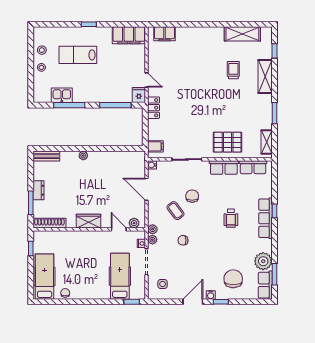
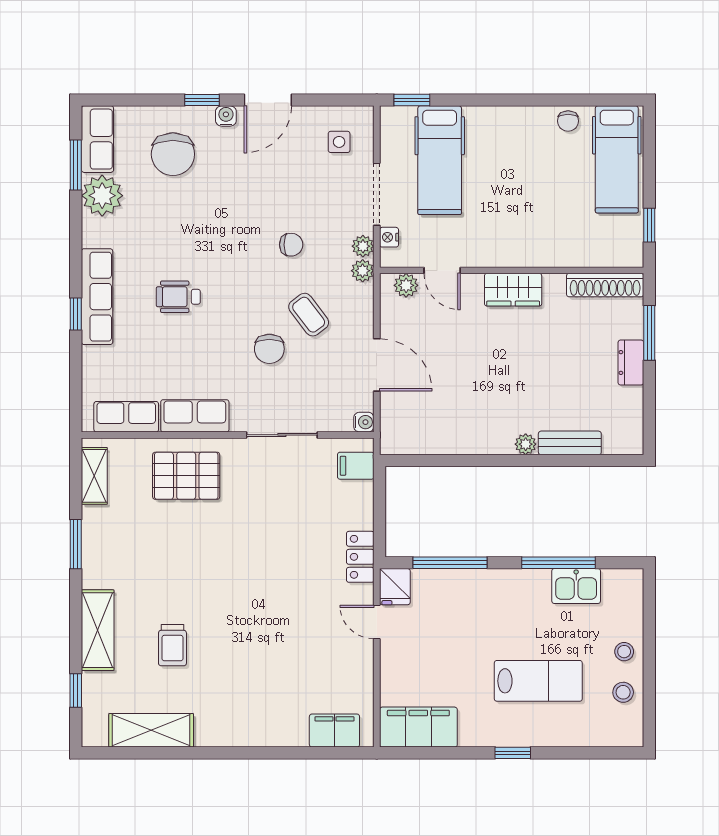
bench: (46, 156) -> (570, 443), moved
wheelchair: (231, 218) -> (178, 297), turned -90

